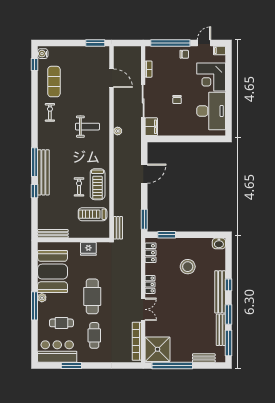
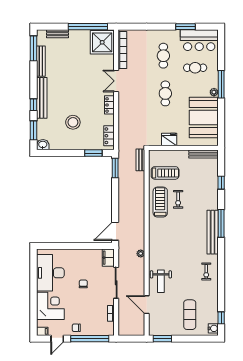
exercise mat: (54, 82) -> (190, 315), moved
weight bench: (87, 127) -> (161, 281), moved, turned -90
bench: (43, 172) -> (213, 232), moved
door: (144, 174) -> (115, 231), moved
window: (35, 191) -> (221, 183), moved
cafe table: (92, 296) -> (165, 93), width x0.73, depth x0.74
window: (229, 314) -> (33, 130), moved

